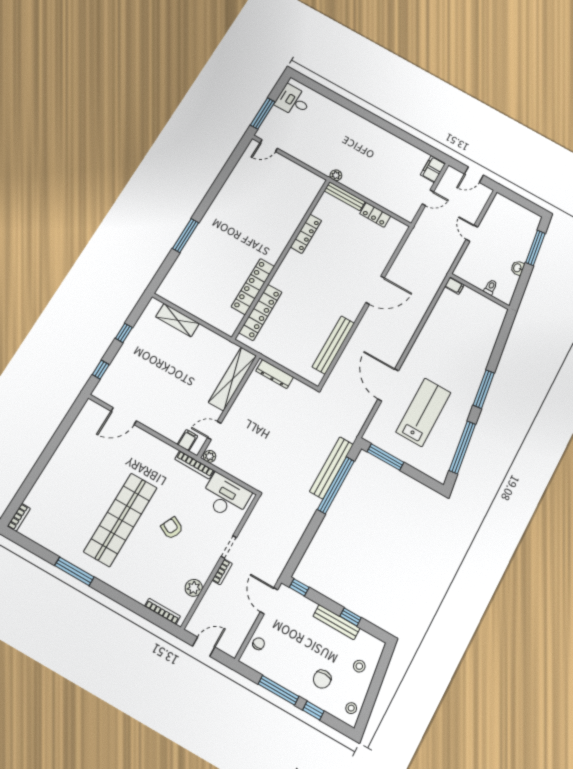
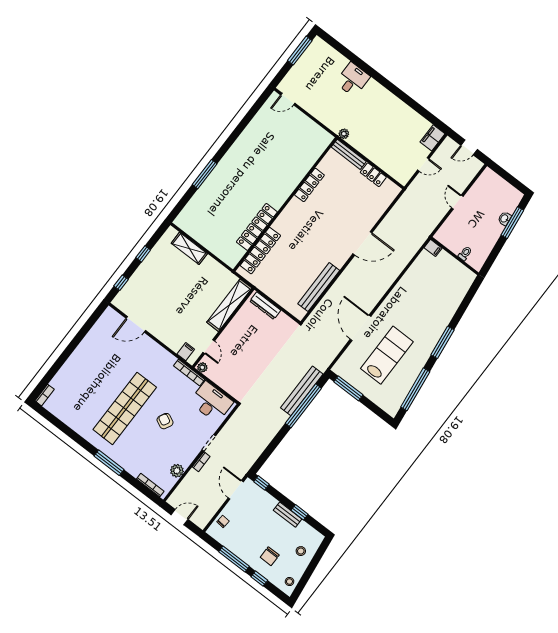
desk: (293, 101) -> (353, 80), moved, turned 90
window: (263, 113) -> (300, 51), moved
washbasin: (518, 268) -> (505, 219), moved
door: (214, 431) -> (209, 347), swing flipped
window: (74, 571) -> (109, 463), moved
bench: (337, 622) -> (288, 515), width x0.73

